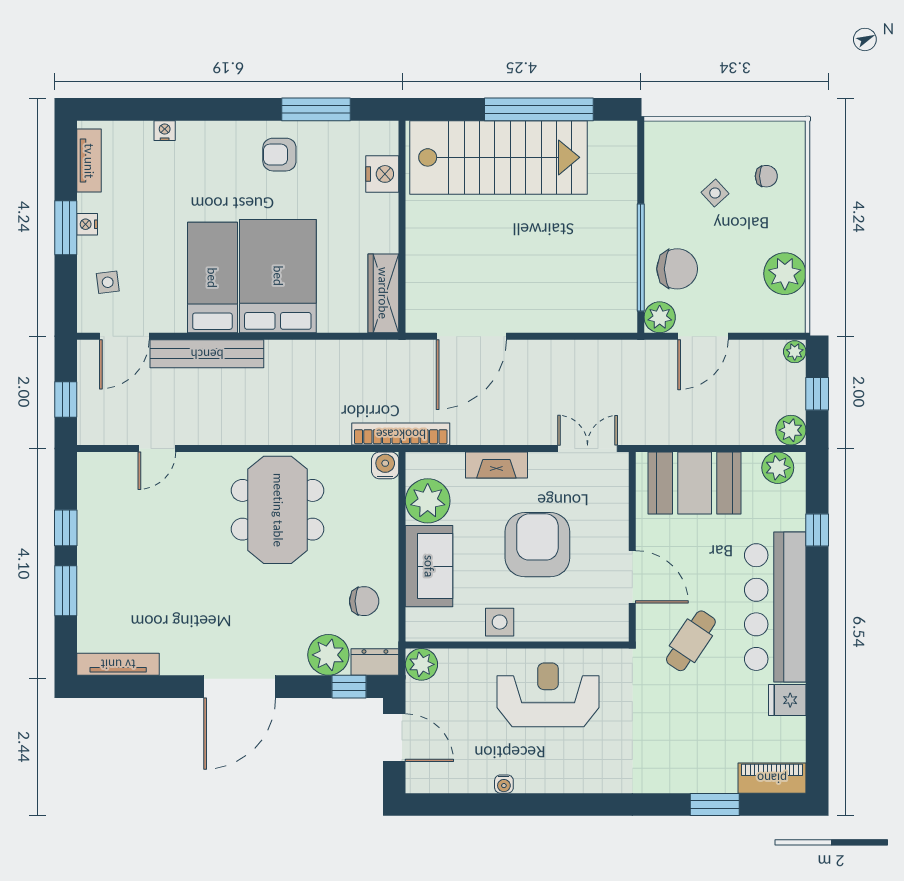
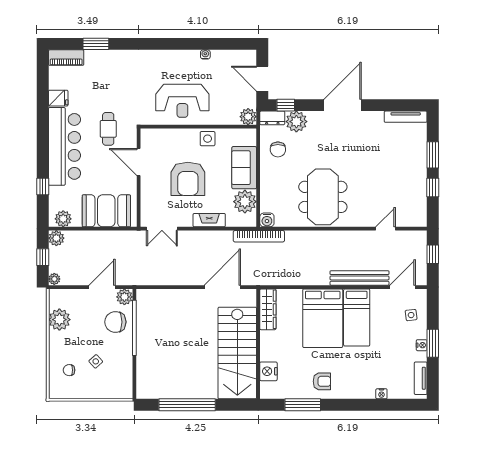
stairs: (499, 157) -> (237, 353), moved, turned -90
chair: (364, 601) -> (278, 149), turned -90
cafe table: (691, 641) -> (108, 129), turned -34

